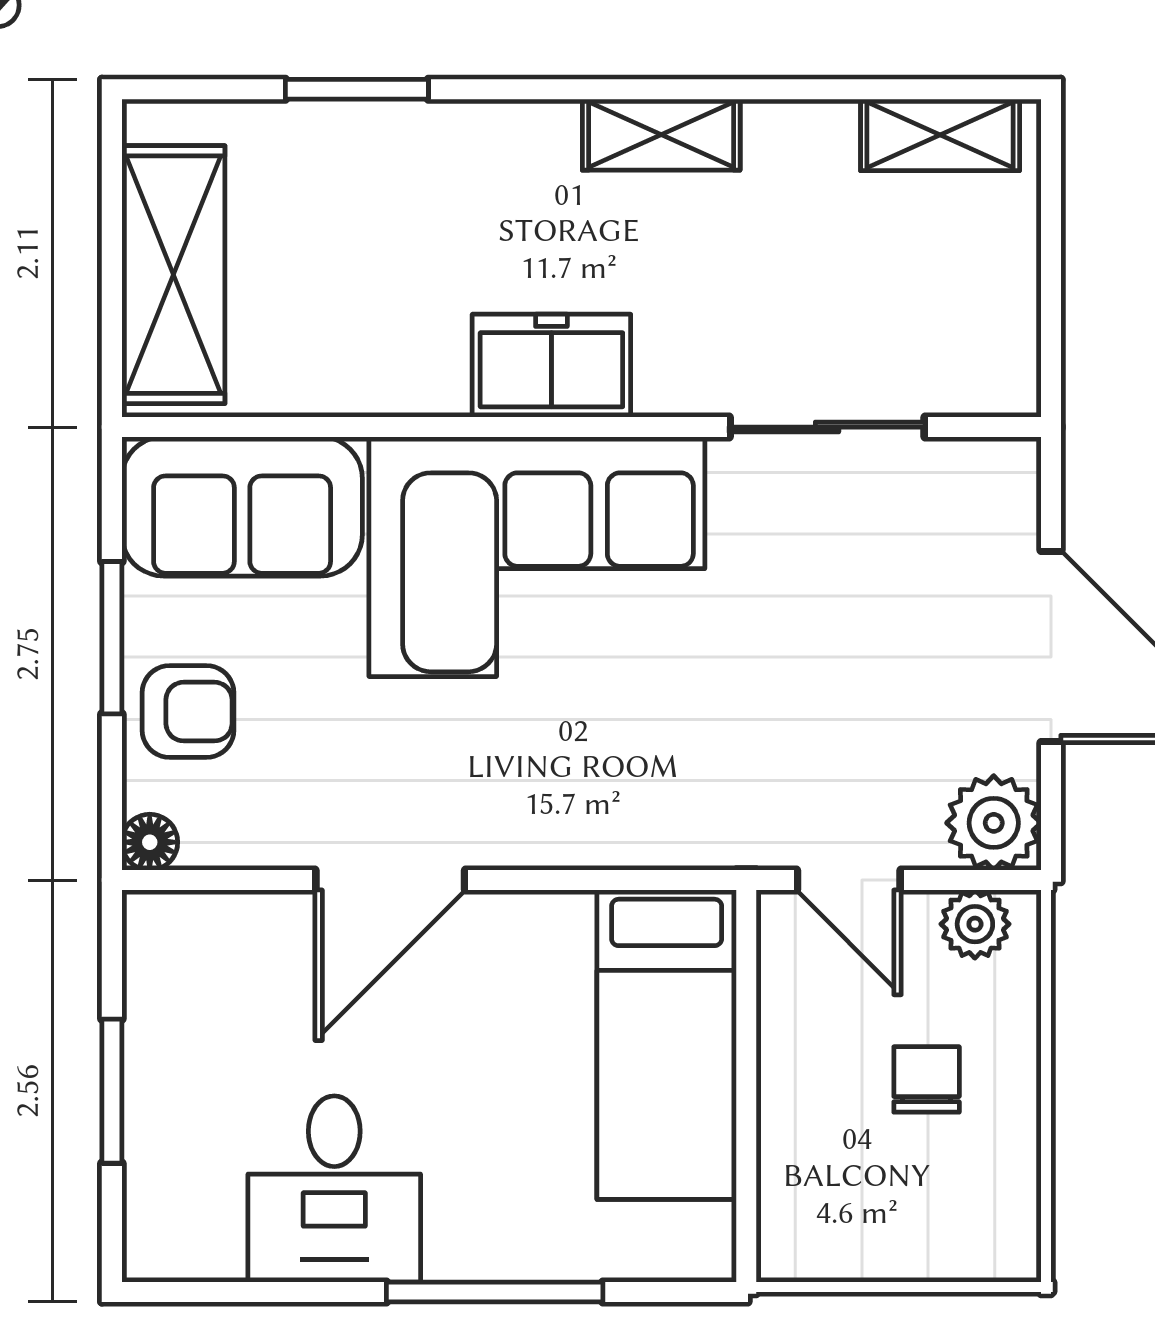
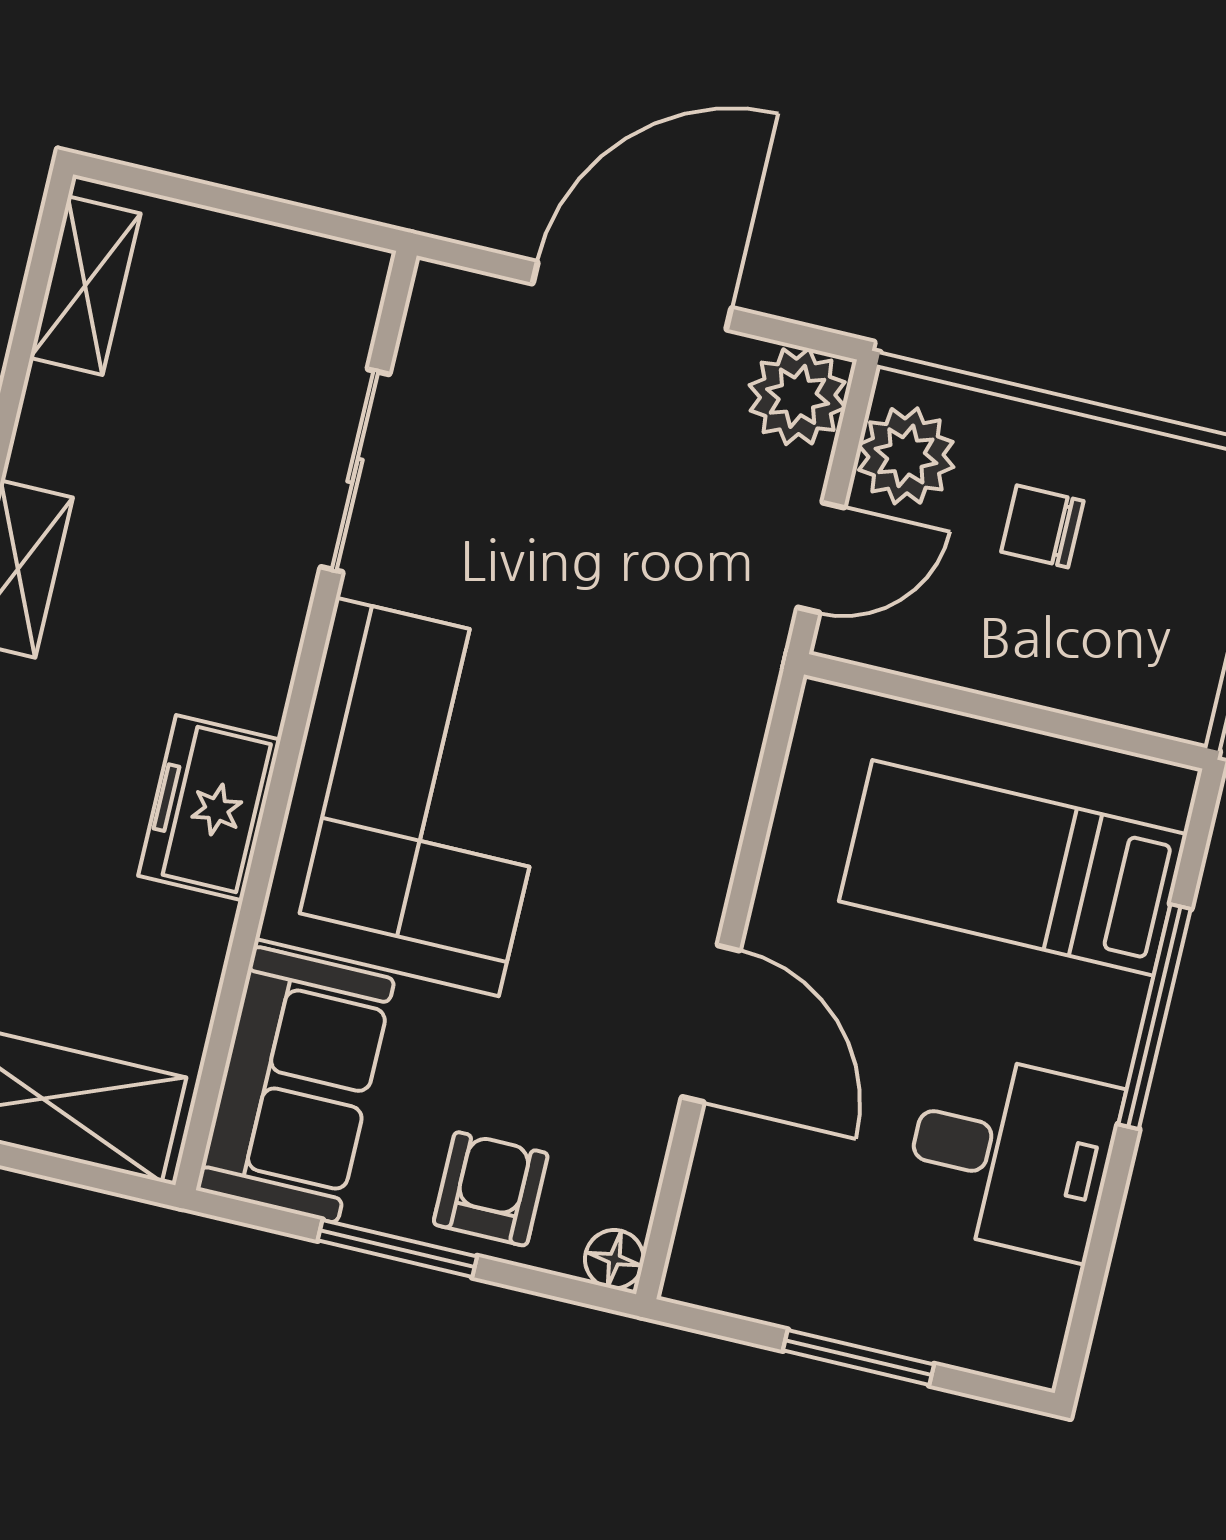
freezer: (551, 366) -> (209, 808), moved
plant: (975, 924) -> (906, 456), width x1.38, depth x1.38
bed: (667, 1045) -> (1013, 868), moved, turned 180

